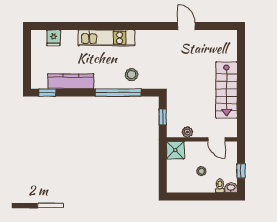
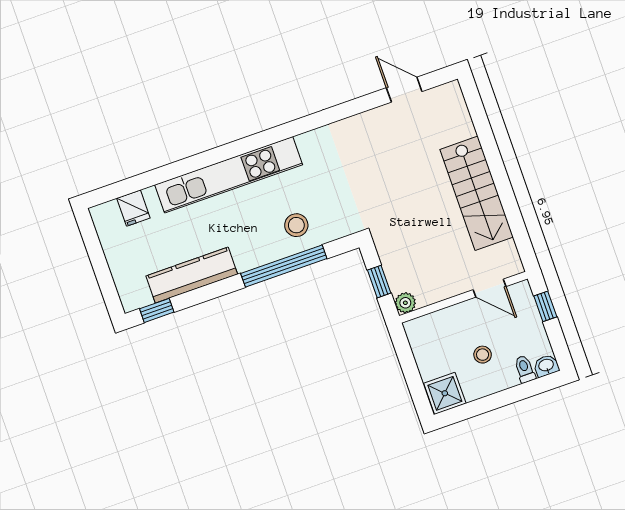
door: (186, 26) -> (404, 90), moved
kitchen unit: (107, 38) -> (229, 175), width x1.36
plant: (187, 132) -> (405, 303), moved
shower: (175, 150) -> (445, 393), moved
window: (241, 171) -> (545, 306), moved

